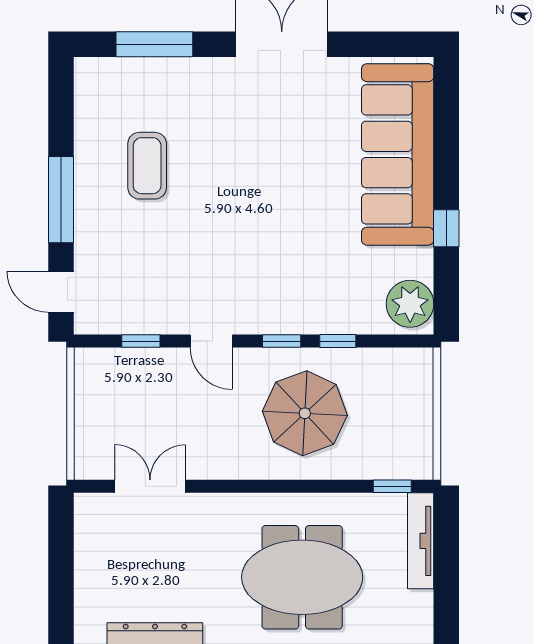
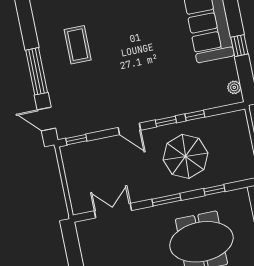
plant: (410, 304) -> (234, 87), width x0.53, depth x0.53
window: (141, 341) -> (76, 140), moved
window: (253, 486) -> (166, 200), added
window: (392, 486) -> (214, 190), moved

